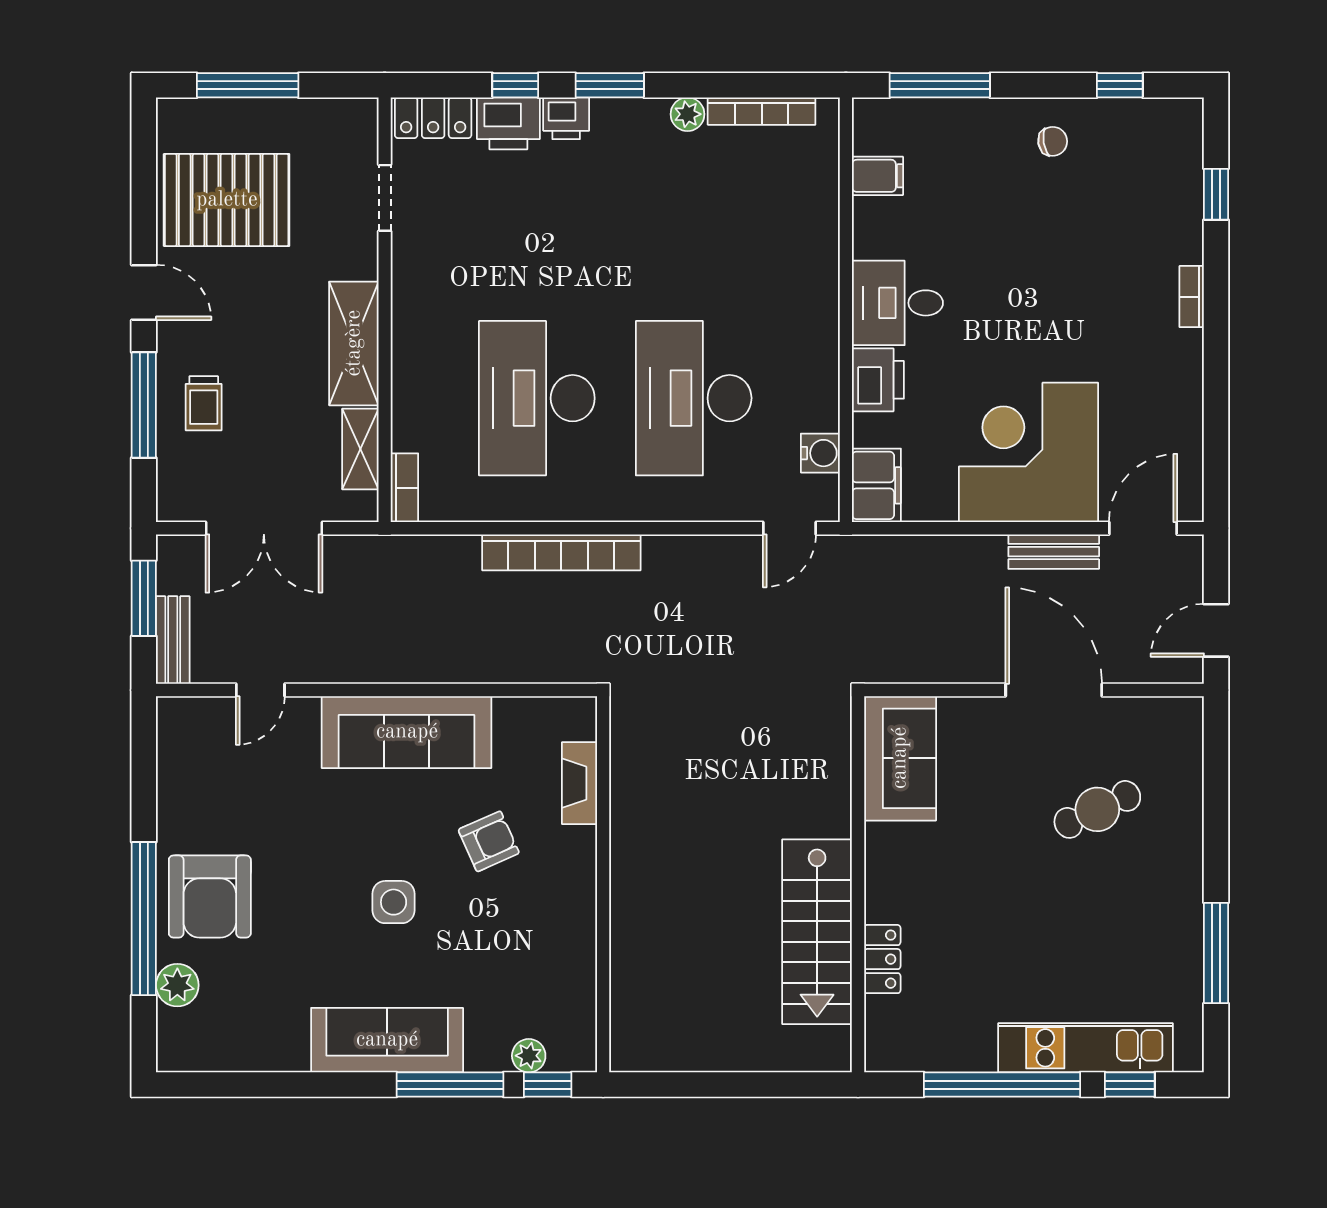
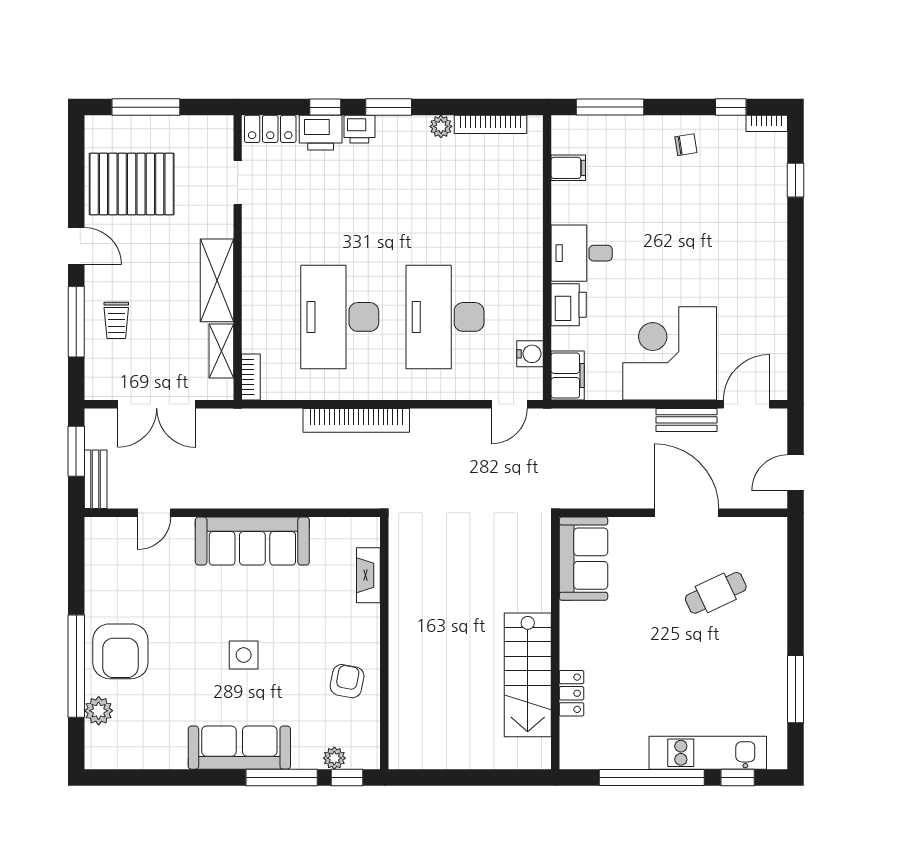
bookcase: (1192, 297) -> (767, 123), moved, turned -90
armchair: (489, 841) -> (347, 681), moved, turned -55

